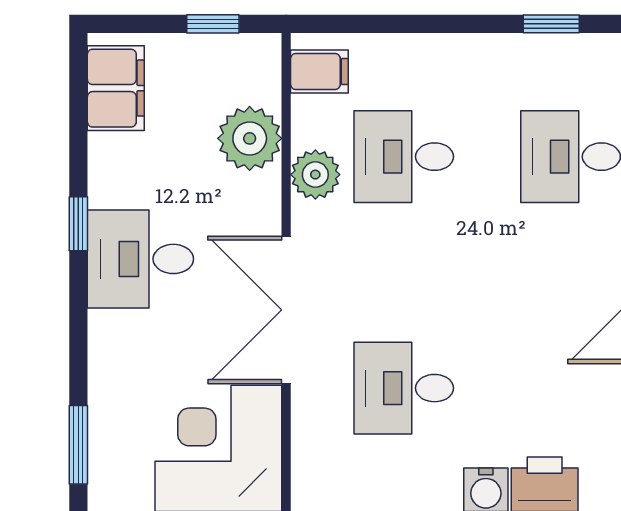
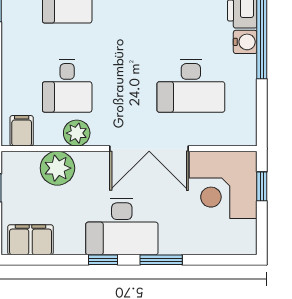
desk: (140, 259) -> (122, 227), width x1.37
desk: (404, 388) -> (191, 86), width x1.37
window: (78, 445) -> (161, 260), moved

